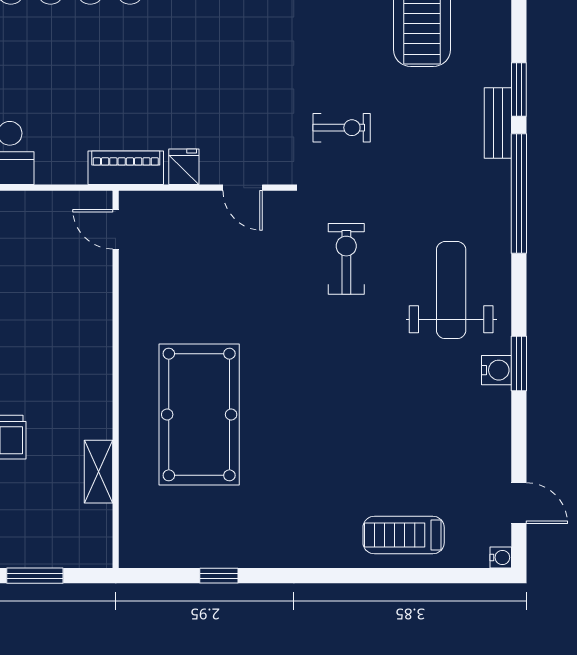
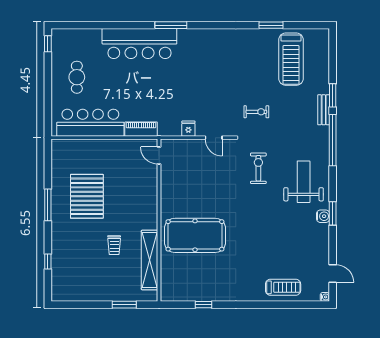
piano: (126, 168) -> (141, 129), moved
pool table: (199, 415) -> (195, 235), turned 90
shelving: (99, 472) -> (150, 260), width x2.20, depth x1.33
treadmill: (404, 535) -> (283, 287), turned 180

